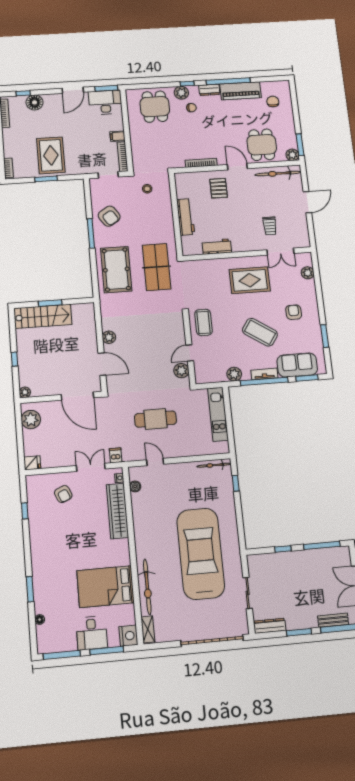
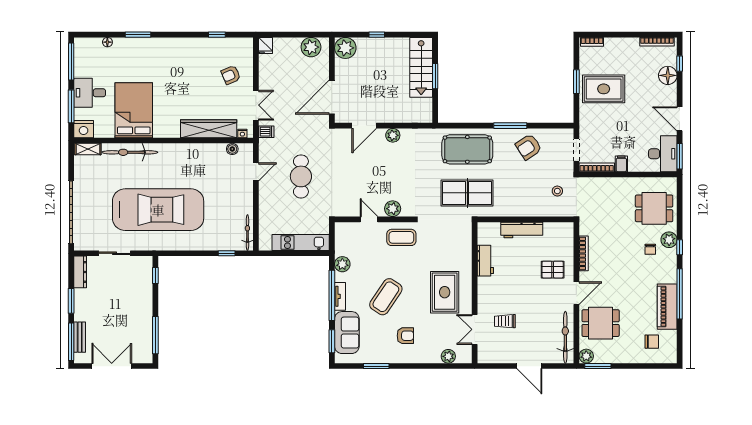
dresser: (209, 90) -> (671, 271), removed
plant: (181, 371) -> (393, 209), moved
plant: (25, 392) -> (345, 48), width x1.88, depth x1.88
window: (283, 549) -> (155, 275), moved

